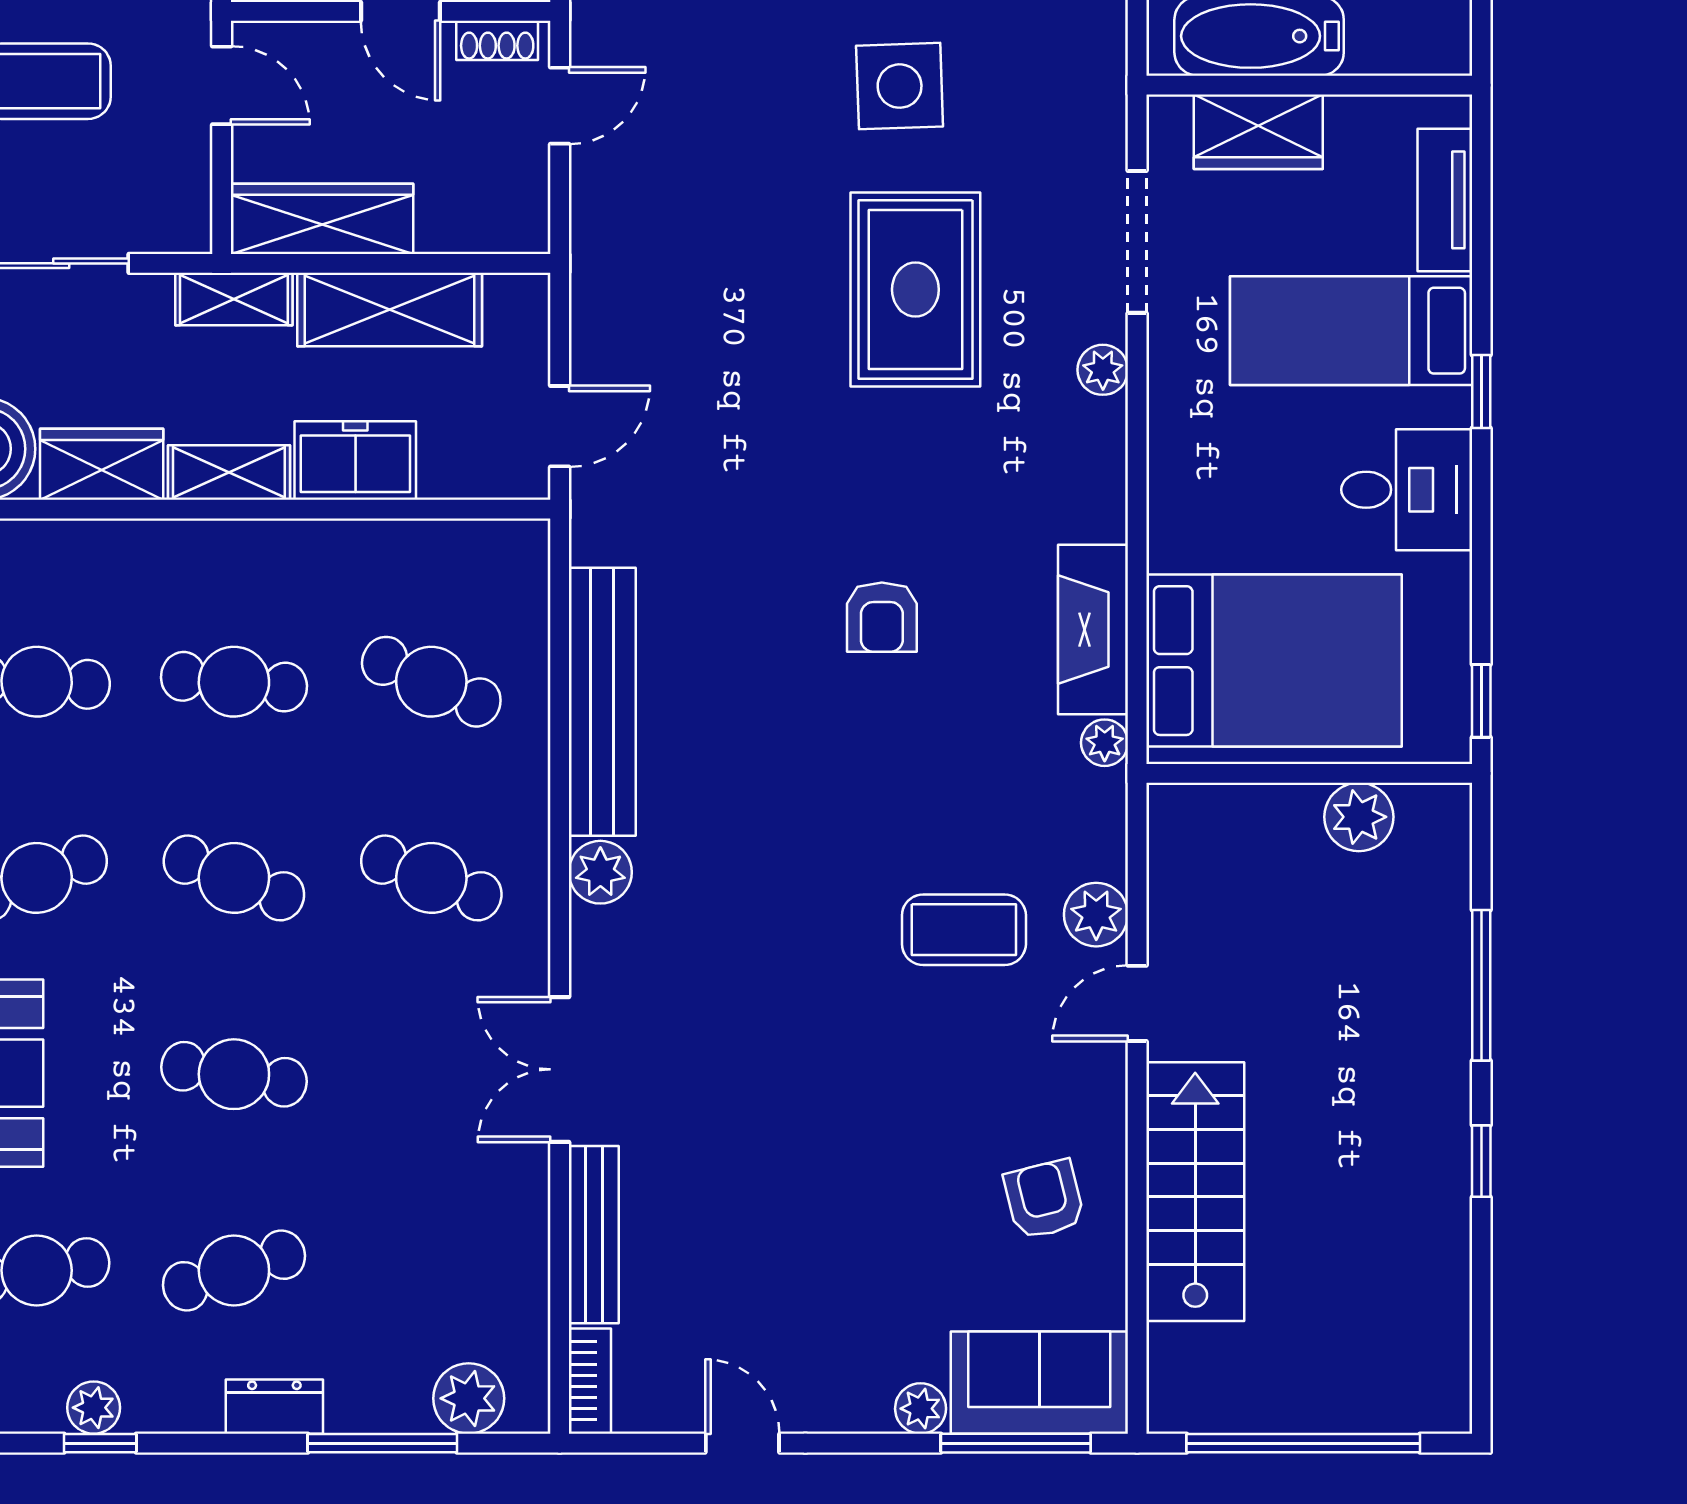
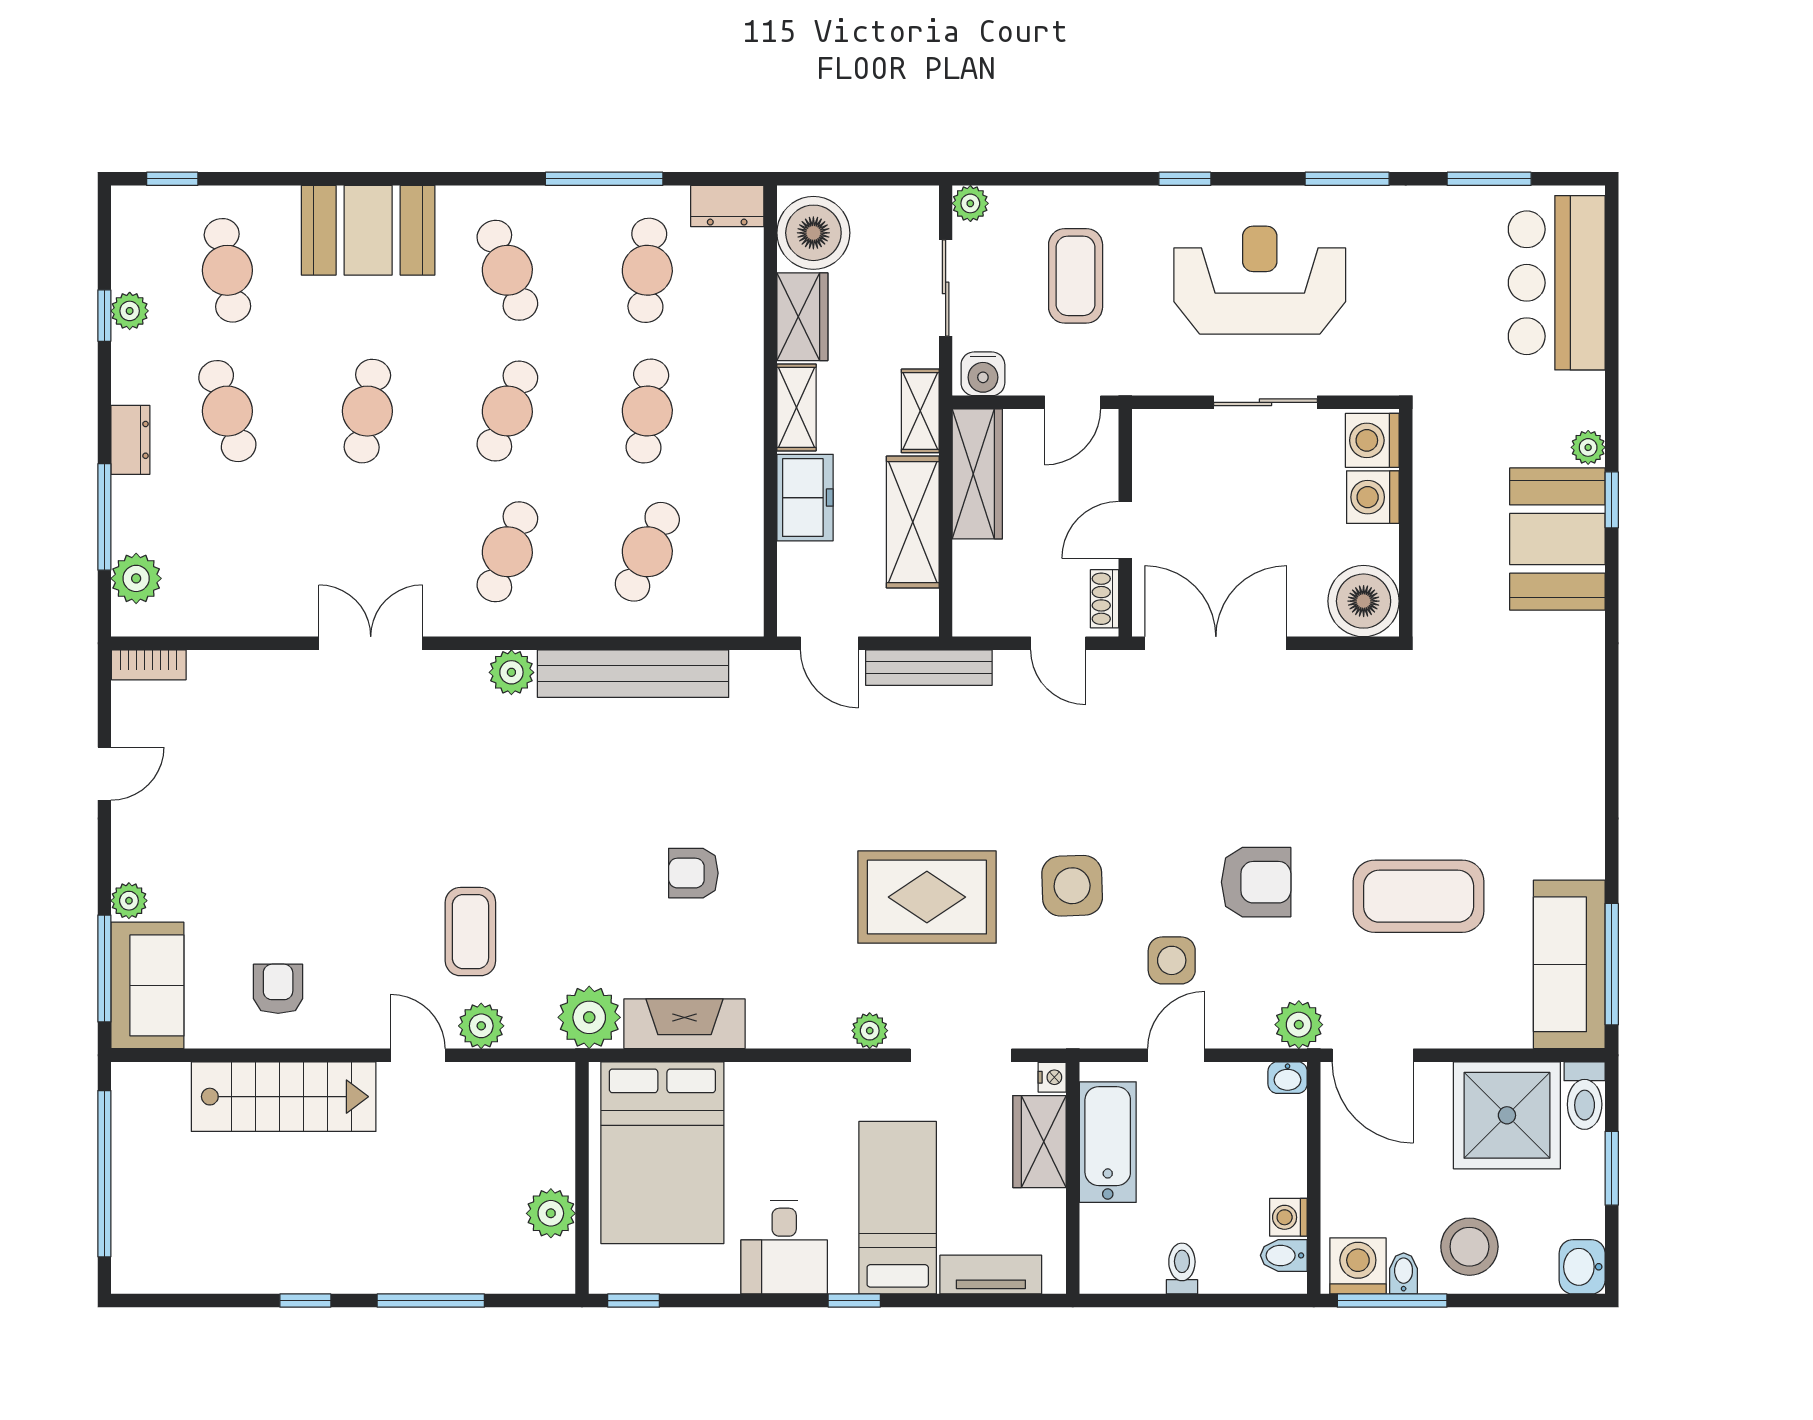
nightstand: (1168, 114) -> (1052, 1077), added
water cooler: (182, 211) -> (983, 374), added
plant: (1105, 743) -> (589, 1017), width x1.88, depth x1.88
armchair: (1044, 1199) -> (278, 989), turned -76
bench: (594, 1235) -> (929, 668), moved

